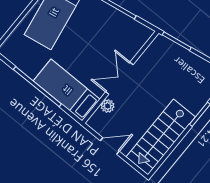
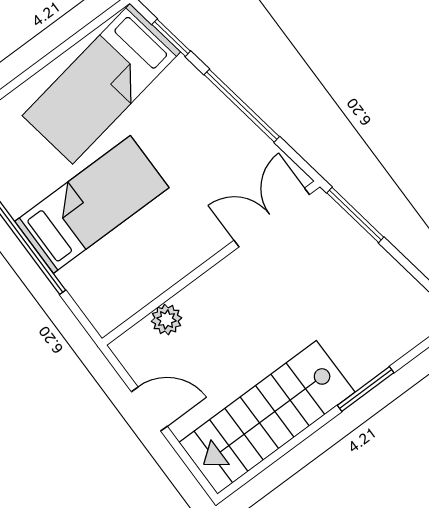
double door: (119, 78) -> (272, 217), moved
bed: (67, 90) -> (92, 204), moved, turned 90

